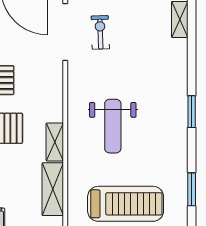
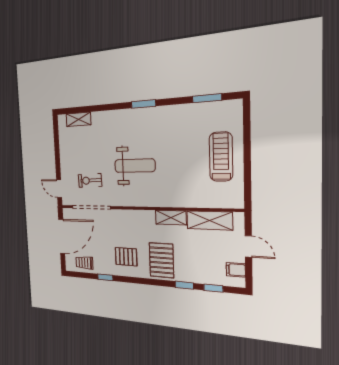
weight bench: (113, 126) -> (135, 166), moved
treadmill: (126, 204) -> (221, 157), width x0.73, depth x0.73

